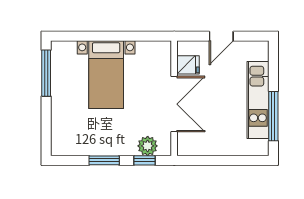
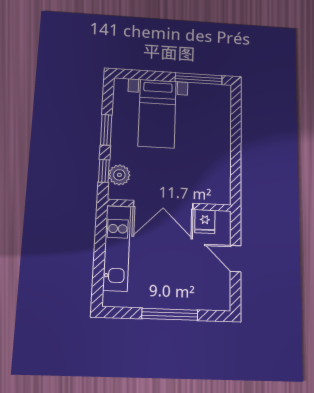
bed with nightstands: (106, 75) -> (157, 113), moved, turned -90
kitchen unit: (258, 100) -> (117, 248), moved, turned 90
window: (273, 116) -> (170, 314), moved

